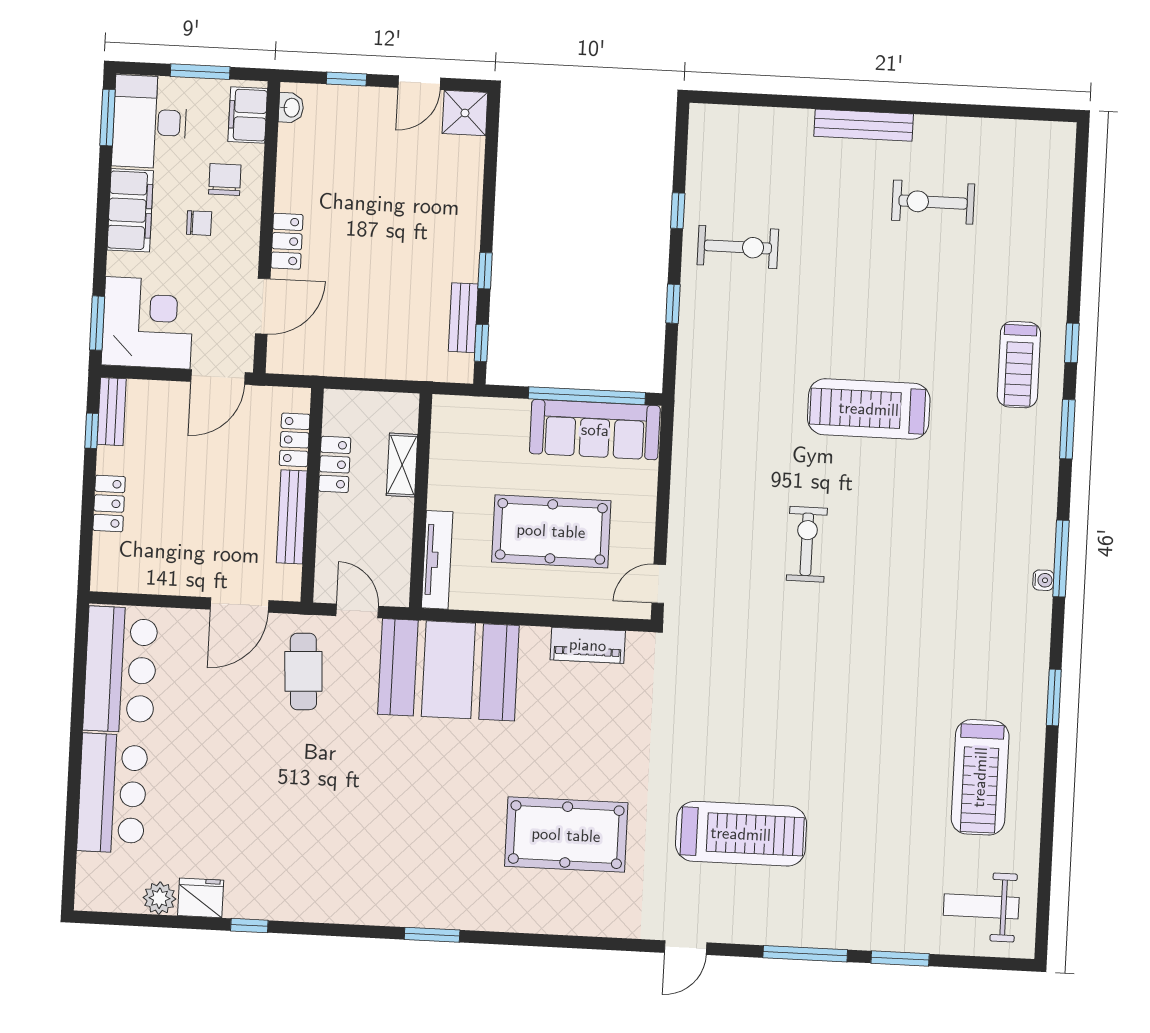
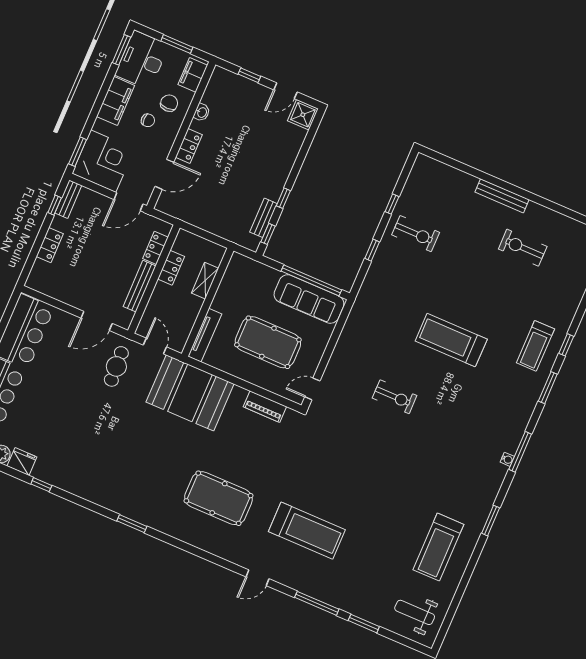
washbasin: (291, 108) -> (202, 112), moved
exercise bike: (807, 544) -> (395, 397), turned 90

